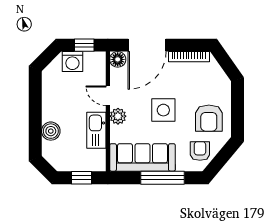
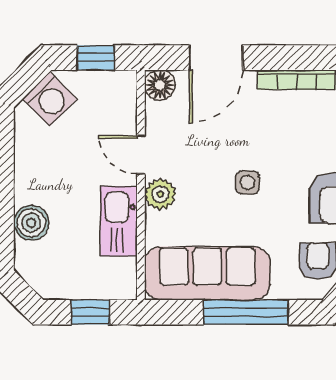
door: (147, 45) -> (216, 58), width x0.73
washing machine: (72, 62) -> (50, 99), moved, turned -45
side table: (163, 110) -> (247, 182), width x0.54, depth x0.54

